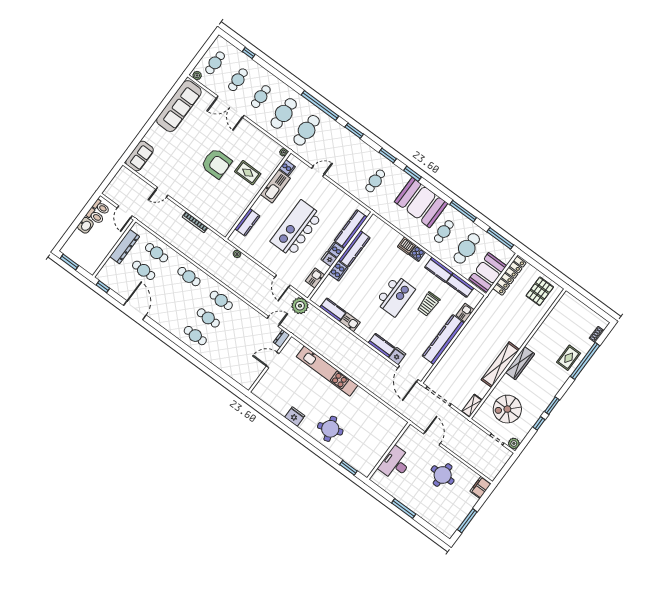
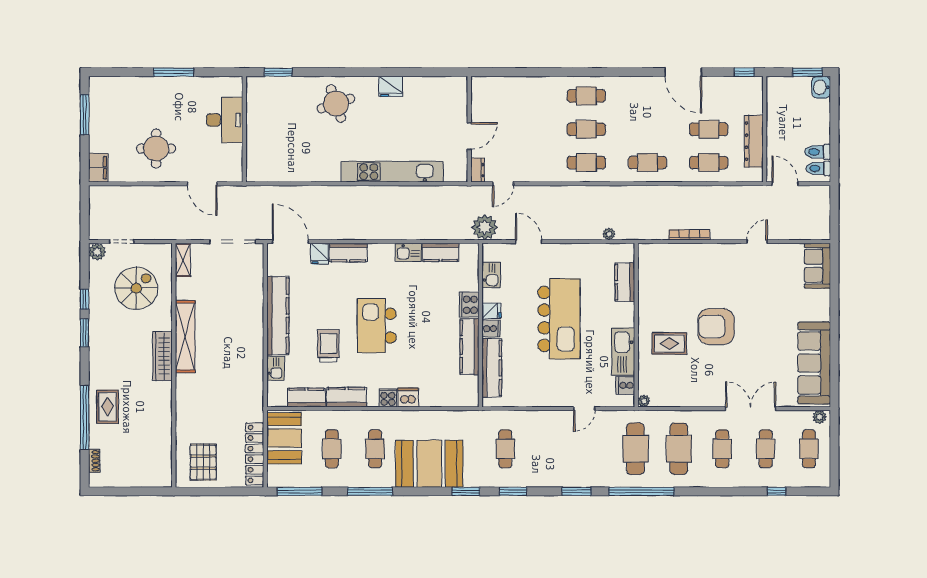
washbasin: (85, 225) -> (821, 87), moved
cafe table: (467, 248) -> (332, 449), width x0.73, depth x0.74

